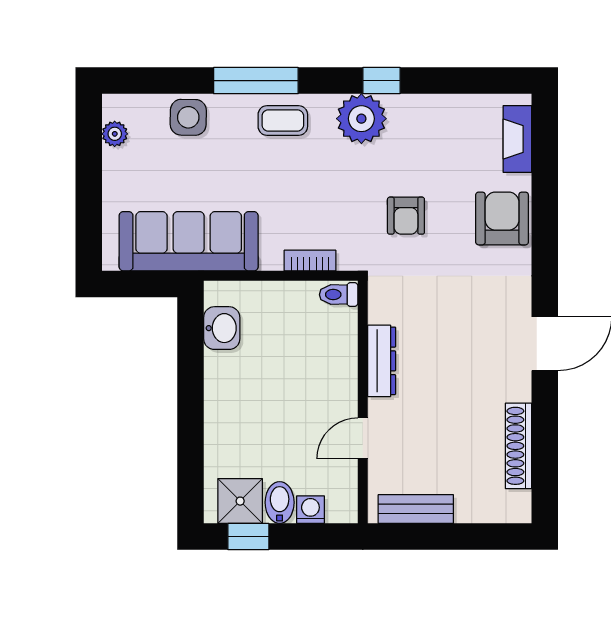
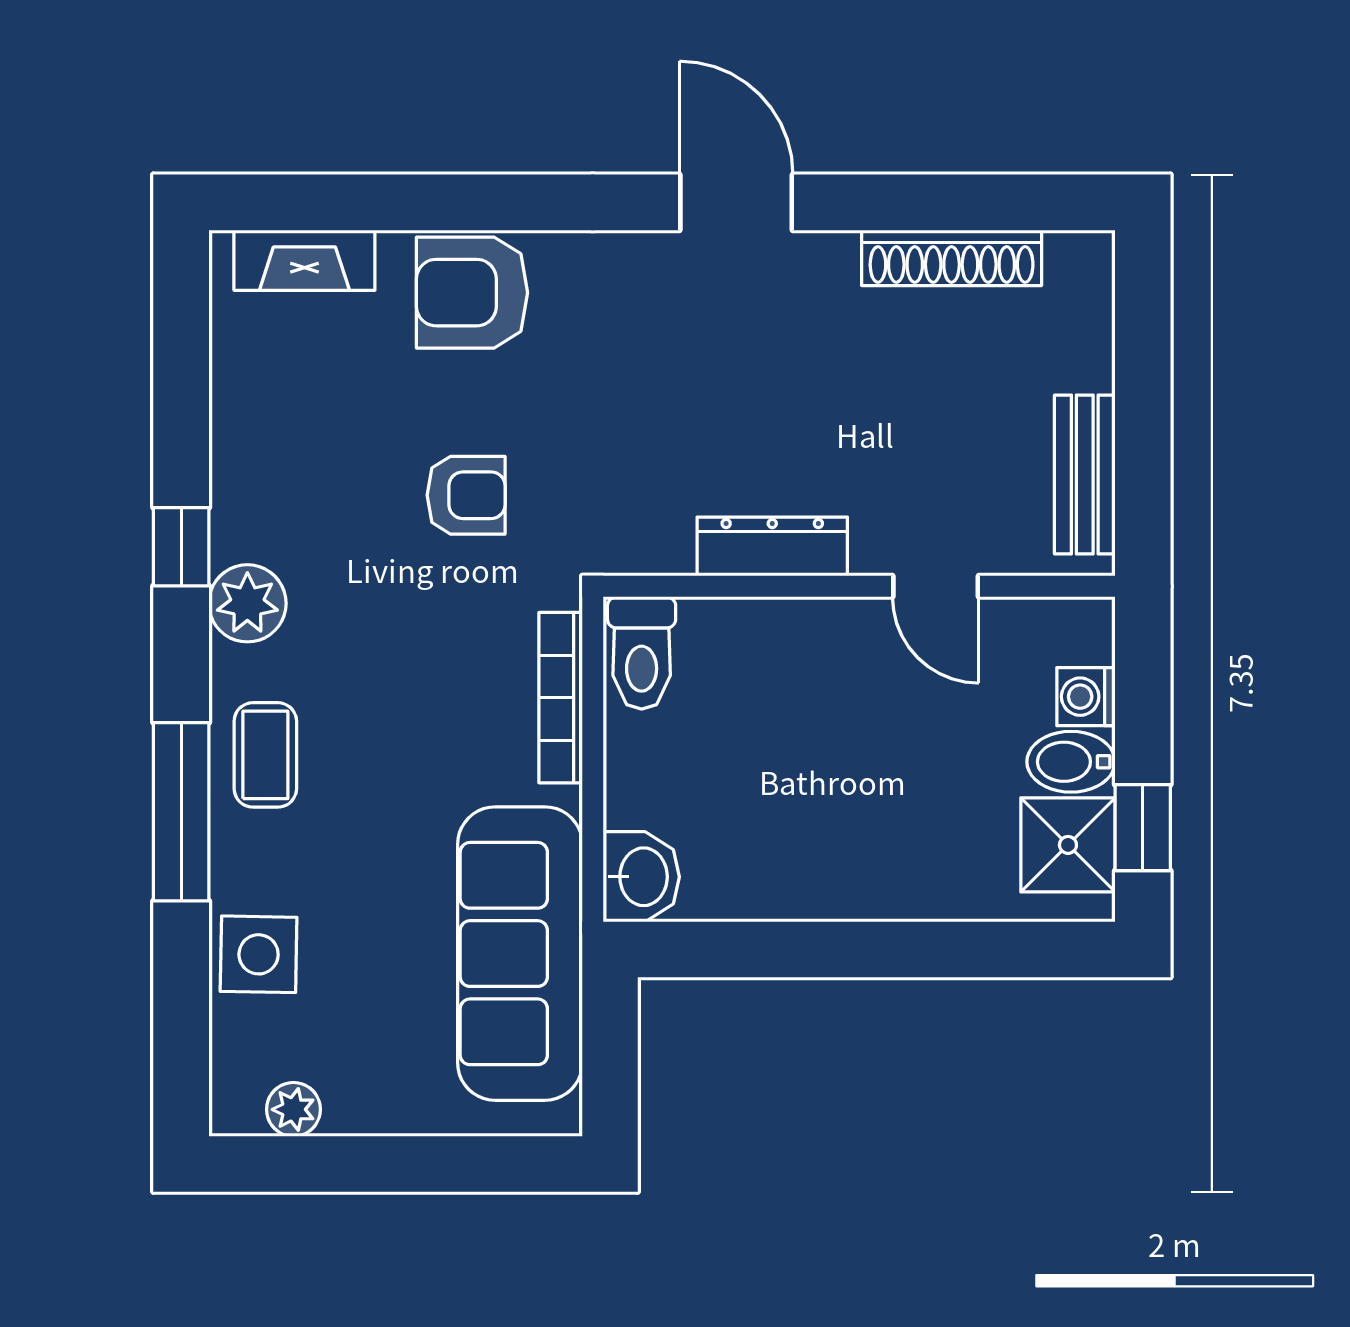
plant: (361, 119) -> (247, 603), width x0.73, depth x0.73
bookcase: (310, 260) -> (561, 698), width x1.56
toilet: (339, 295) -> (642, 653), width x1.37, depth x1.39
washbasin: (222, 328) -> (641, 877), moved, turned 90

